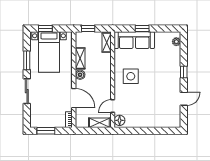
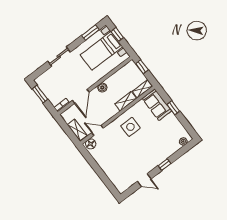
sofa: (134, 40) -> (157, 105), width x0.73
shelving: (80, 58) -> (126, 101), moved
window: (27, 60) -> (90, 33), moved

